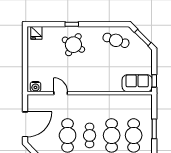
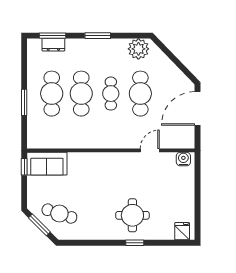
cafe table: (116, 40) -> (59, 214), moved
round table: (73, 45) -> (132, 215), turned -30
door: (61, 93) -> (150, 150), swing flipped

